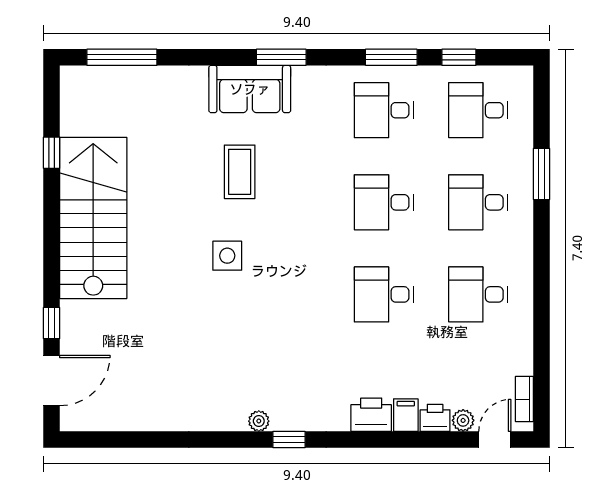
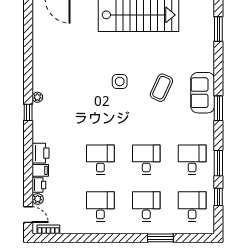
window: (122, 57) -> (218, 29), width x0.69
coffee table: (240, 172) -> (161, 88), turned -65

